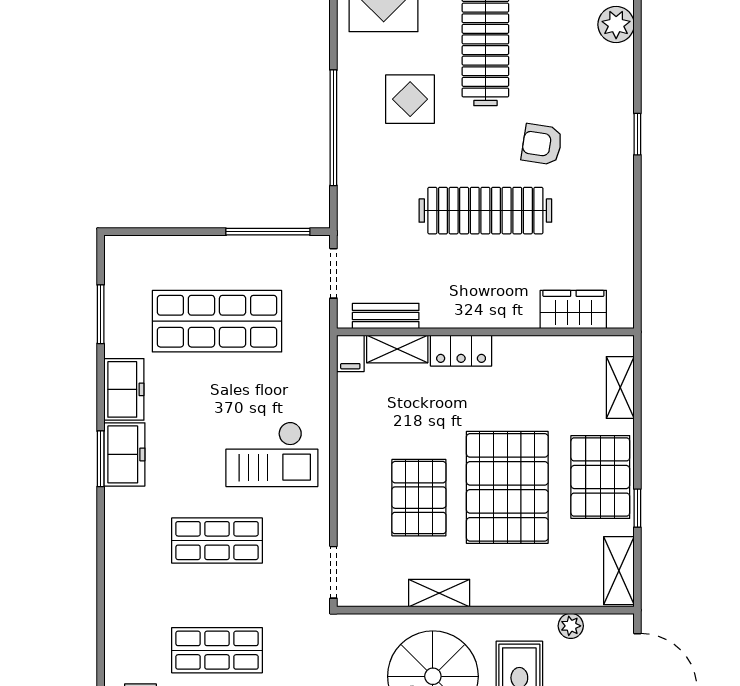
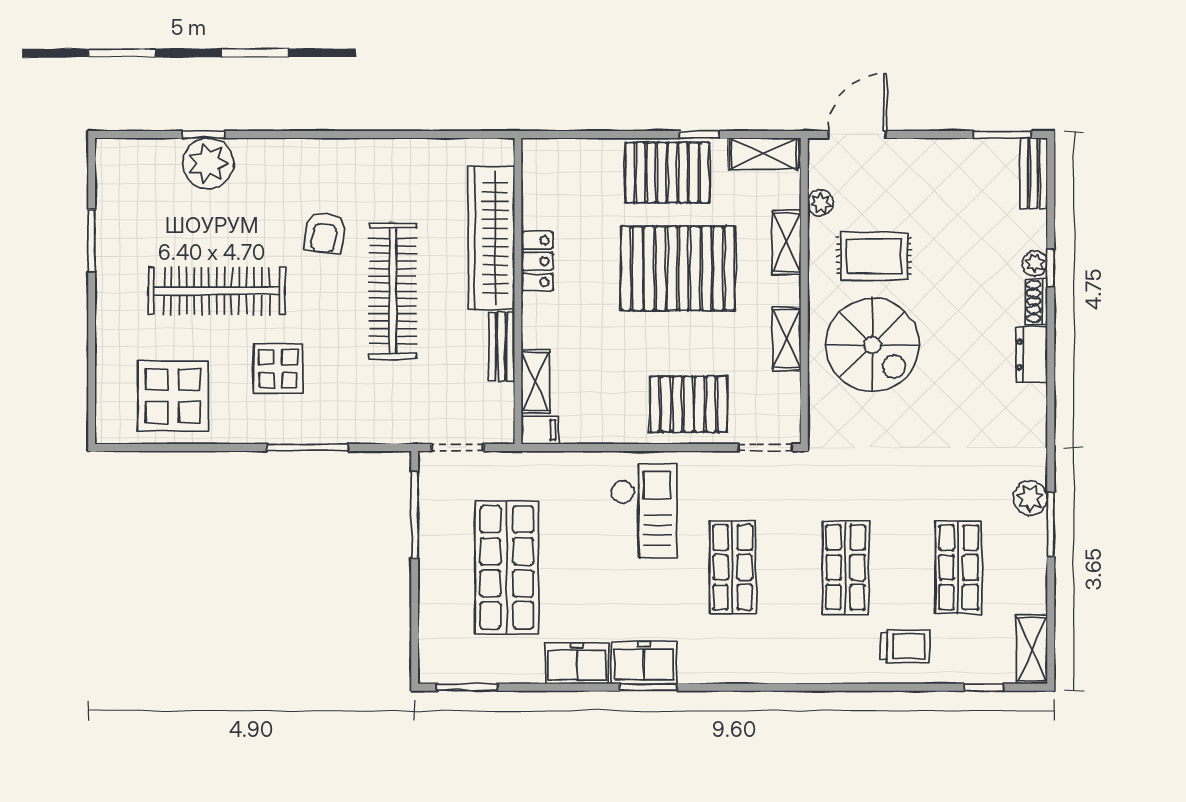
plant: (616, 25) -> (208, 163), width x1.36, depth x1.36
window: (333, 128) -> (308, 447), width x0.68
window: (637, 134) -> (203, 134), moved
wardrobe: (573, 310) -> (491, 238), width x2.10, depth x1.17
window: (101, 314) -> (467, 687), moved
bench: (386, 316) -> (501, 346), moved
locker: (461, 351) -> (537, 261), moved
shelving: (620, 387) -> (787, 242), moved, turned 90
pallet: (419, 498) -> (688, 404), moved

